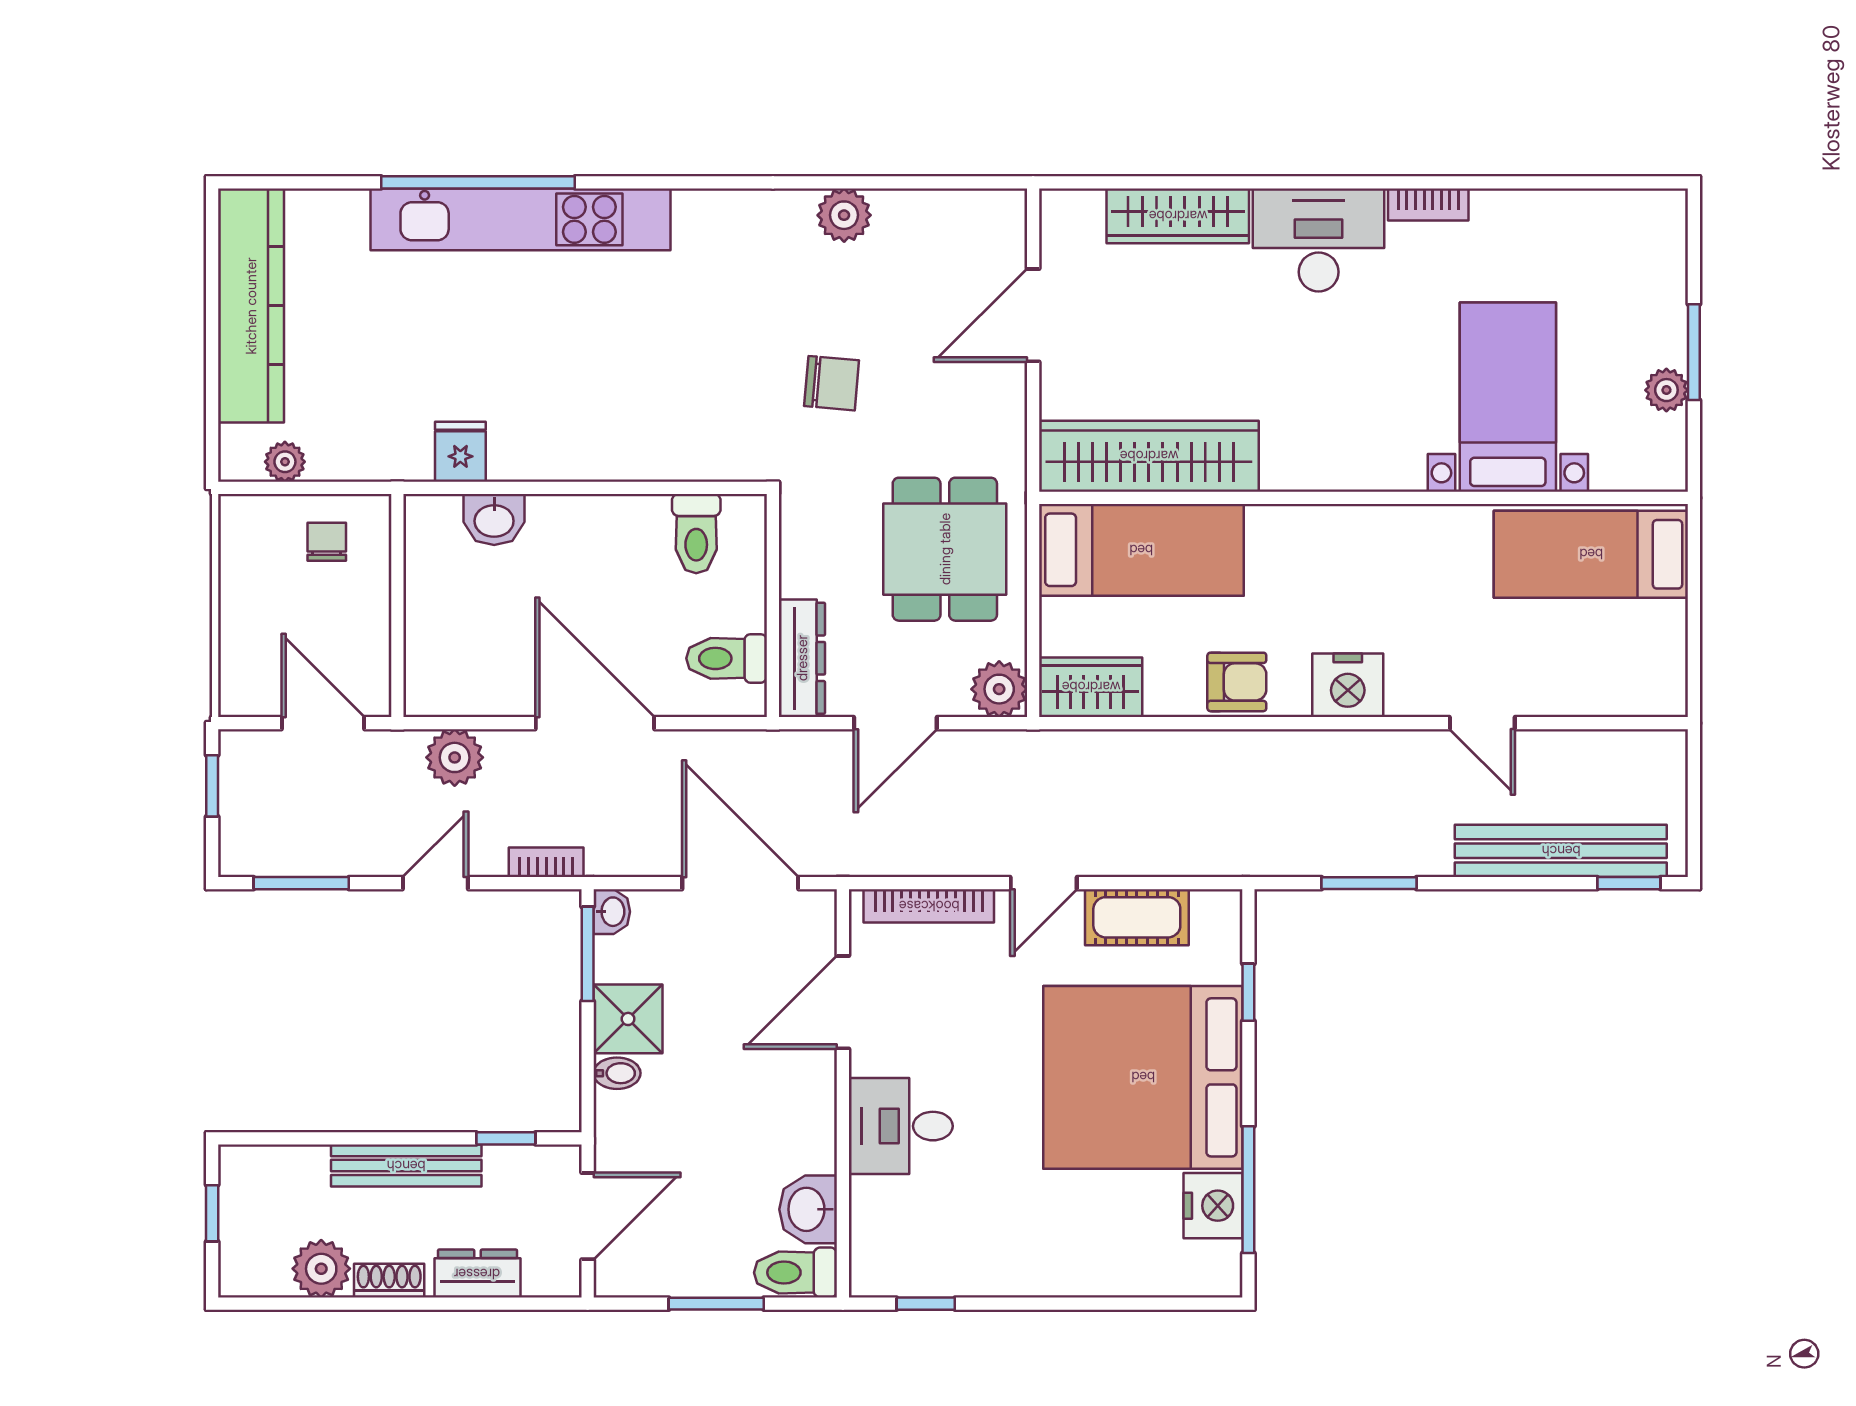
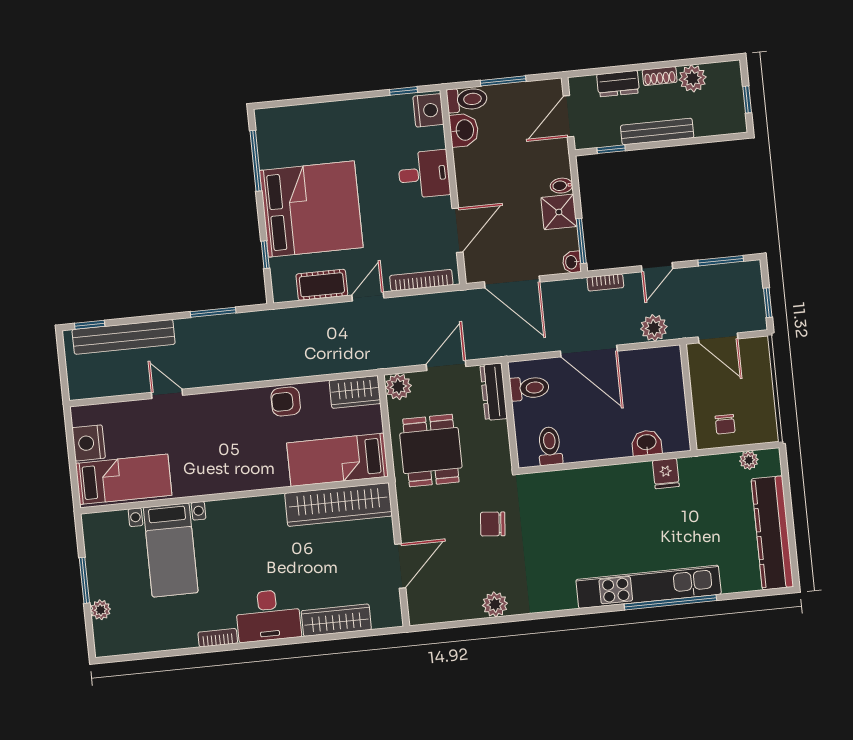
plant: (1666, 390) -> (101, 610), moved
nightstand: (1348, 685) -> (89, 443), moved, turned -90
nightstand: (1213, 1206) -> (428, 110), moved, turned 180

